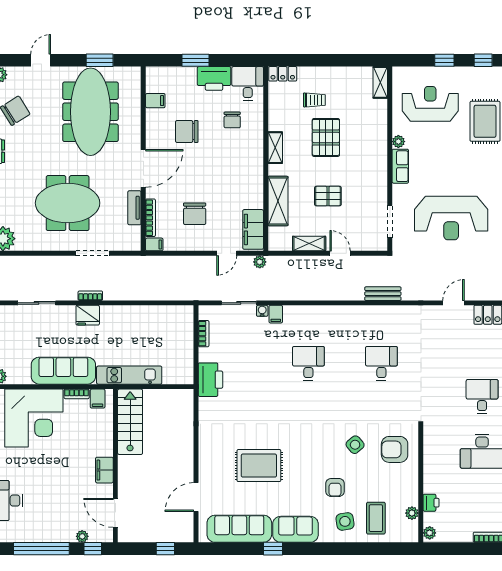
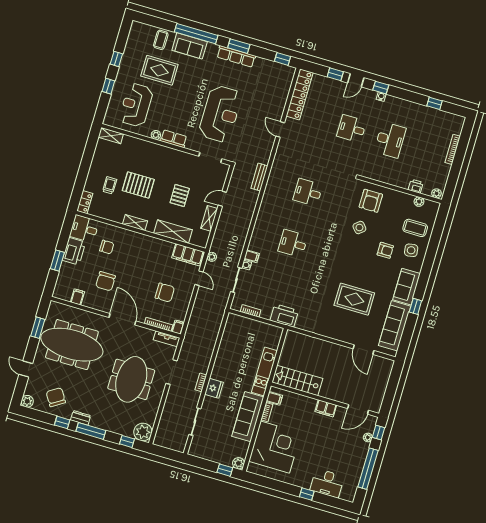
tv unit: (134, 208) -> (166, 339), moved
rug: (259, 466) -> (354, 299), turned 90
window: (165, 549) -> (393, 382), removed

